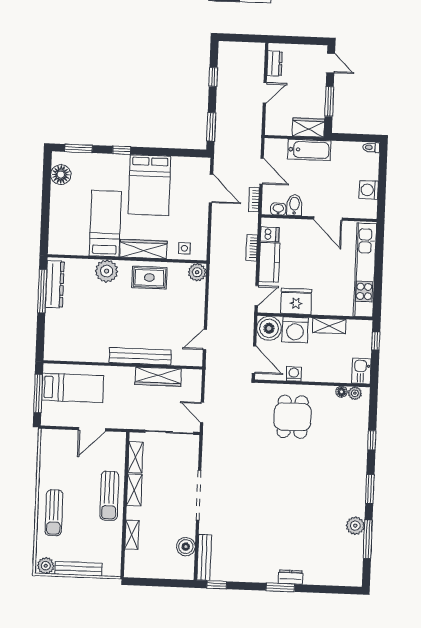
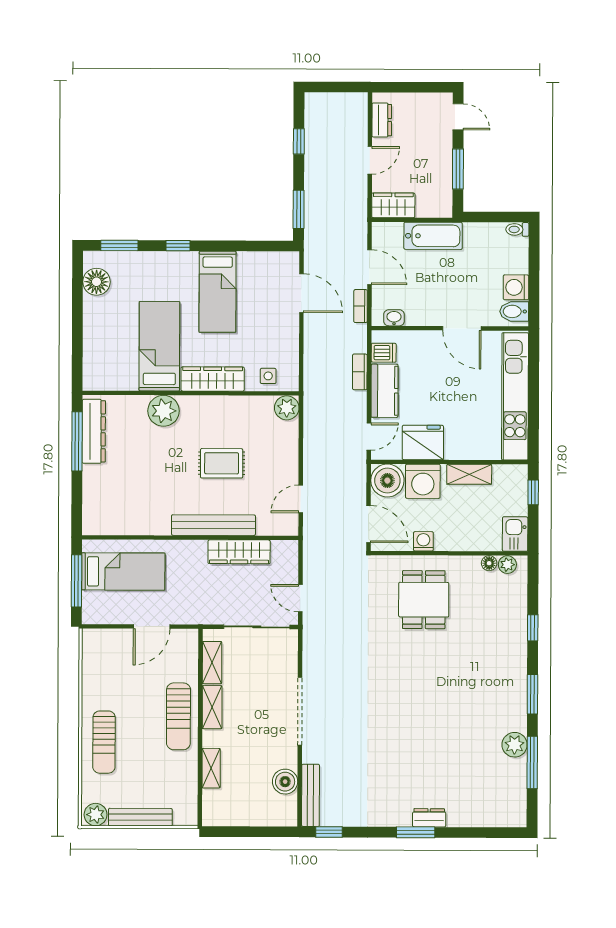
wardrobe: (308, 127) -> (393, 205), moved
bed: (149, 185) -> (218, 292), width x0.67
bidet: (294, 205) -> (514, 311), moved, turned -90
rug: (149, 278) -> (222, 463), moved

